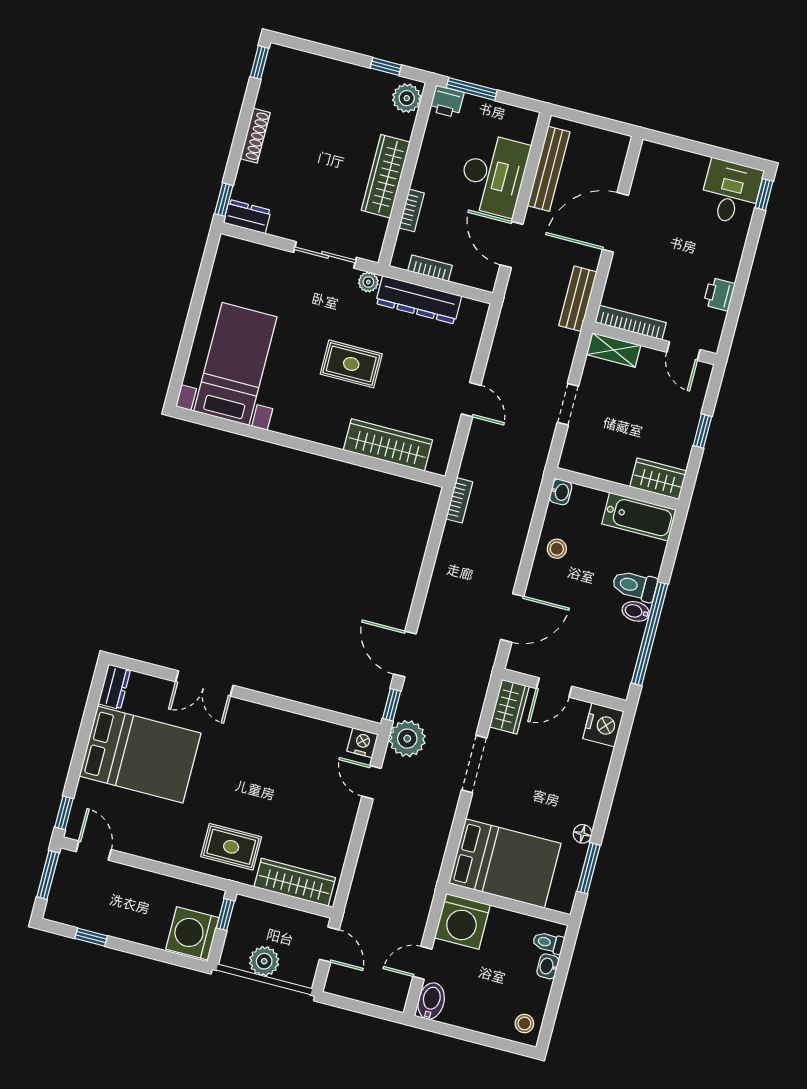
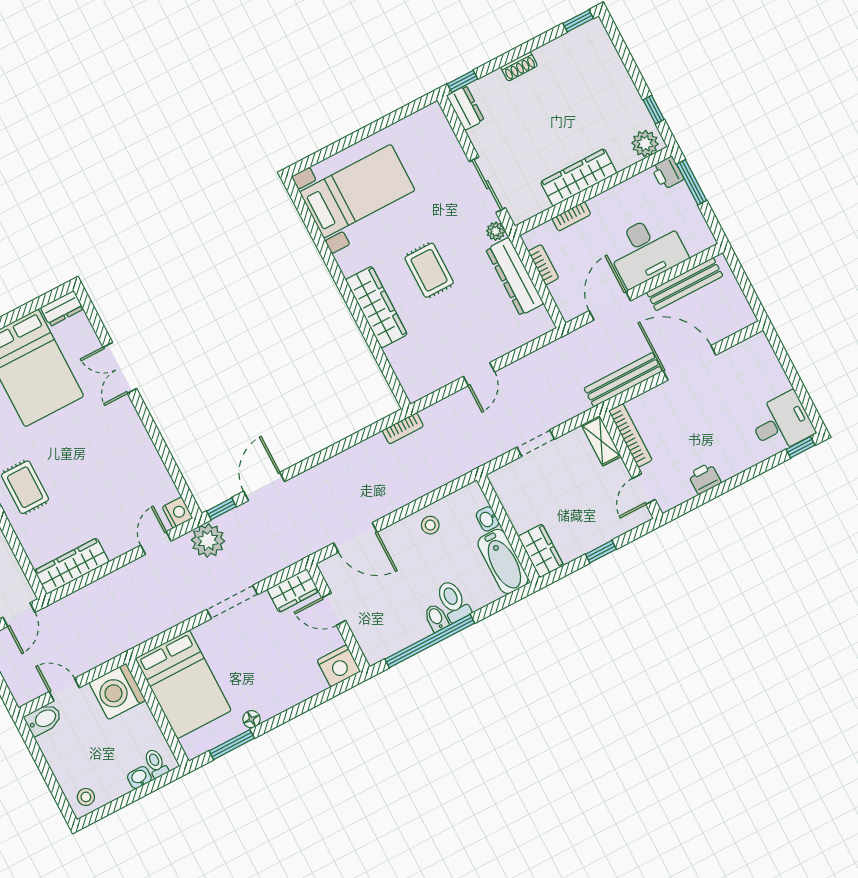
shoe rack: (255, 136) -> (519, 66), width x0.70
bench: (578, 299) -> (623, 380), width x1.36
wardrobe: (388, 445) -> (376, 307), moved
washbasin: (561, 492) -> (488, 519), moved, turned 90
wardrobe: (295, 882) -> (72, 566), moved, turned -90

